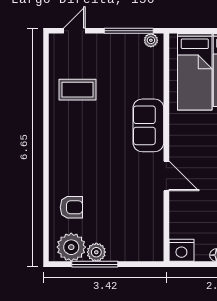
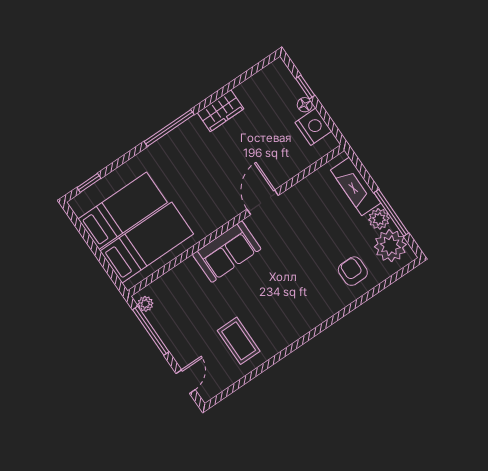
door: (74, 31) -> (186, 382), swing flipped
nightstand: (181, 250) -> (313, 127), moved
fireplace: (132, 251) -> (356, 186), added

